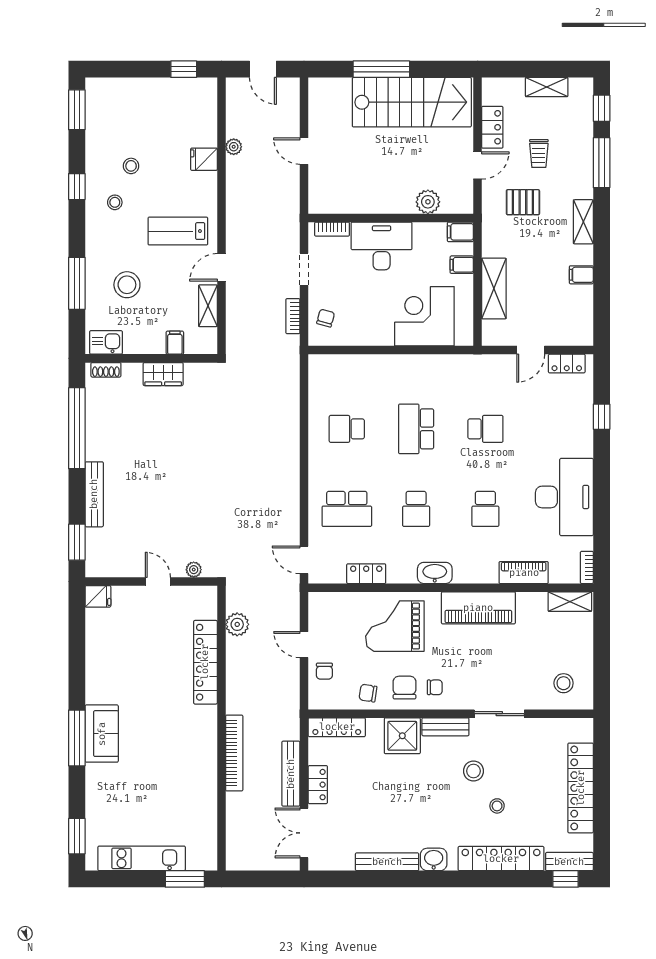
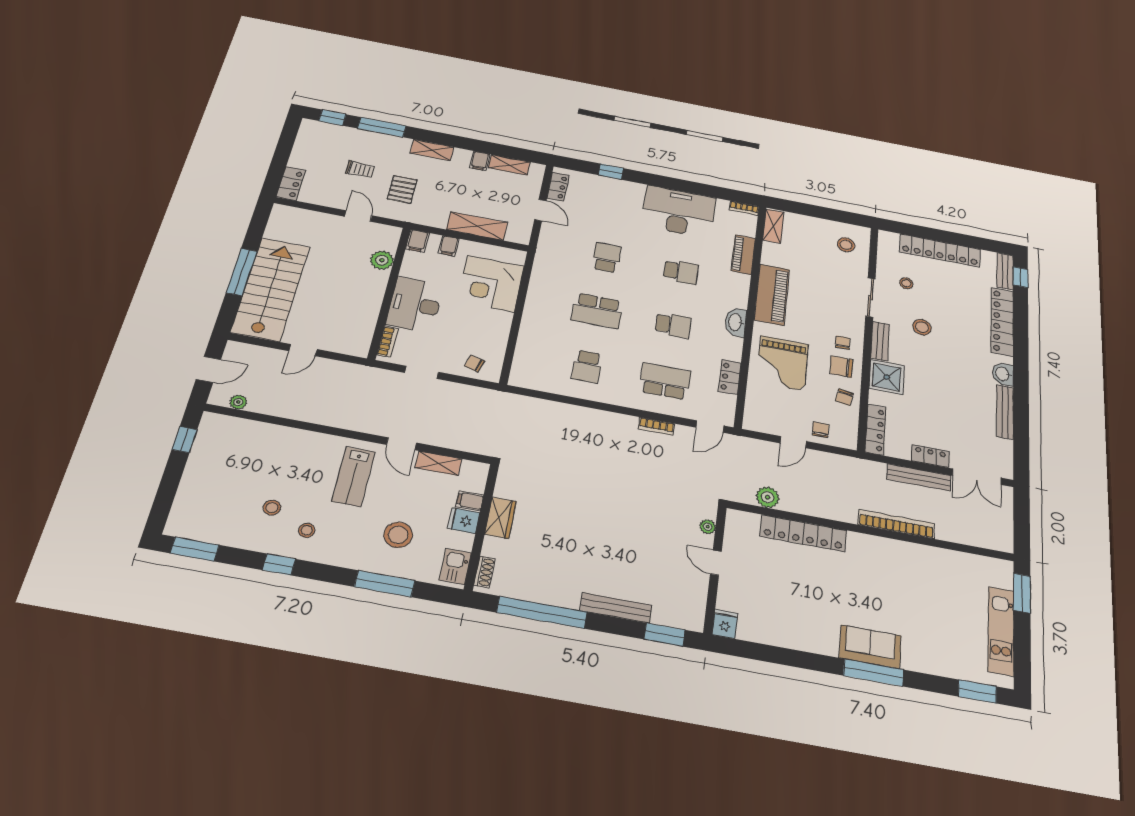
shelving: (547, 87) -> (509, 165), moved, turned 90
stairs: (412, 102) -> (271, 289), moved
locker: (492, 127) -> (291, 184), moved, turned 90
plant: (234, 147) -> (238, 402), moved
fridge: (204, 159) -> (464, 521), moved, turned 90
bookcase: (293, 316) -> (656, 426), moved
school desk: (347, 509) -> (665, 381), turned -90
door: (158, 581) -> (716, 563), hinge flipped
chair: (324, 671) -> (821, 430), turned -90
stool: (497, 806) -> (906, 283), moved

